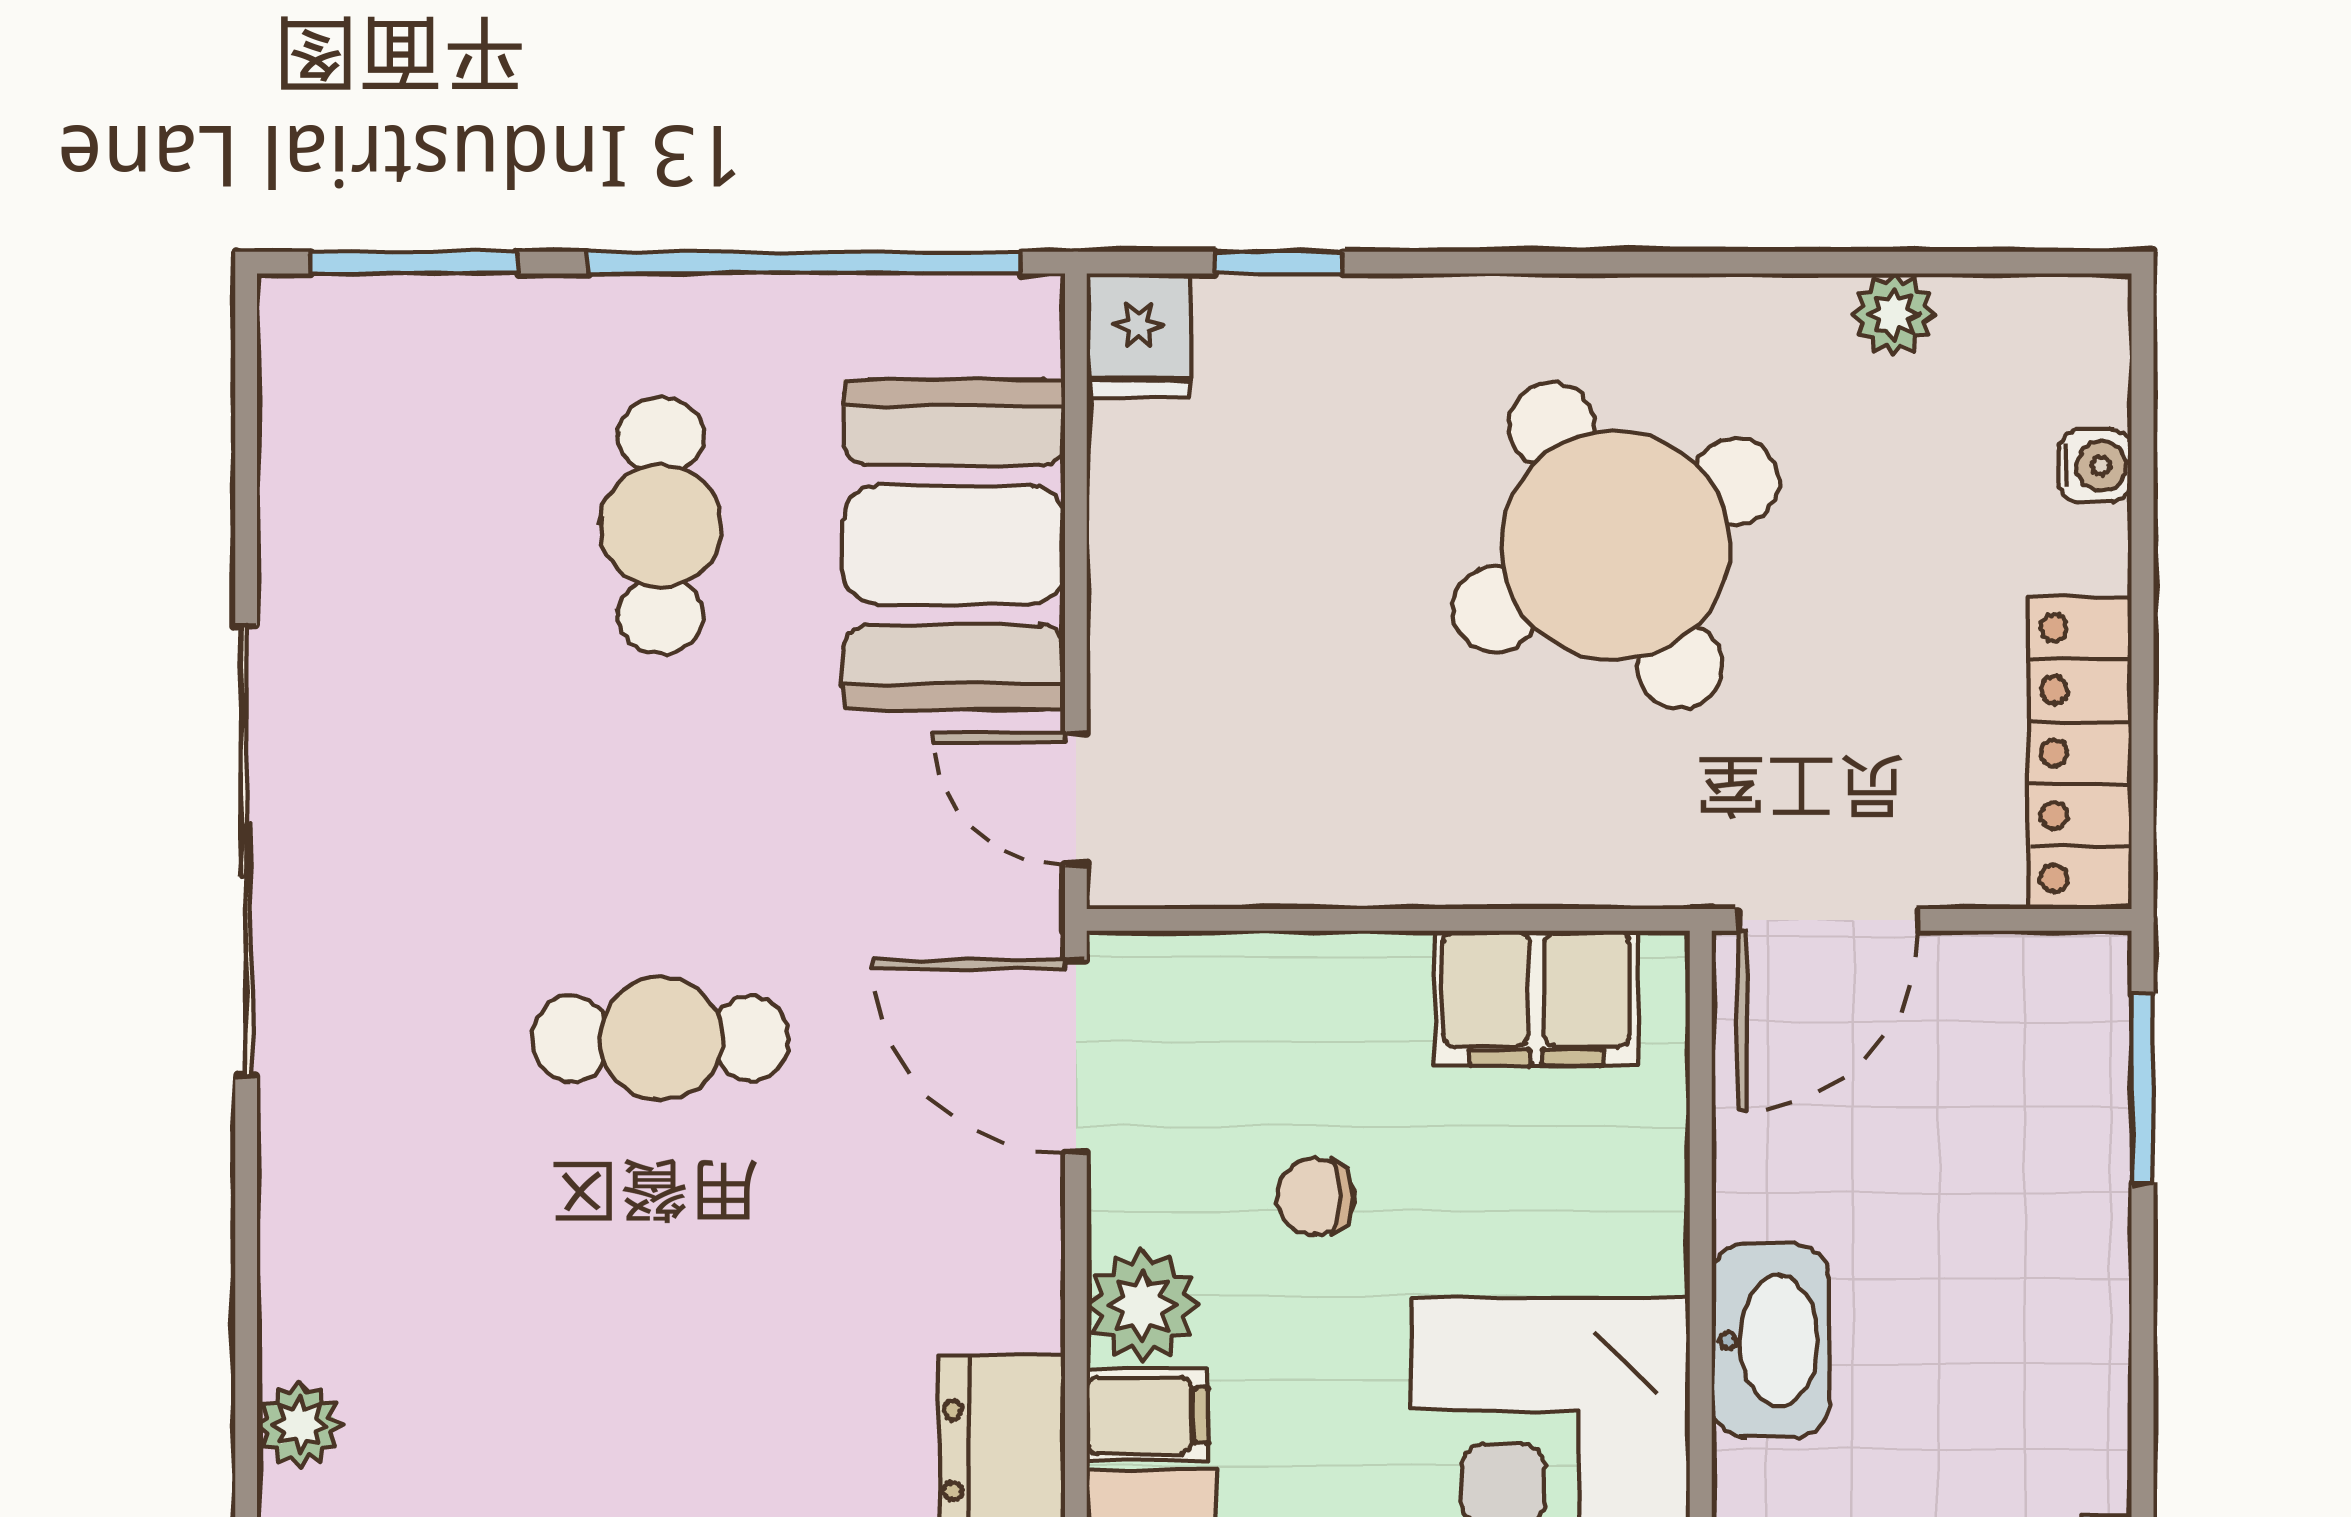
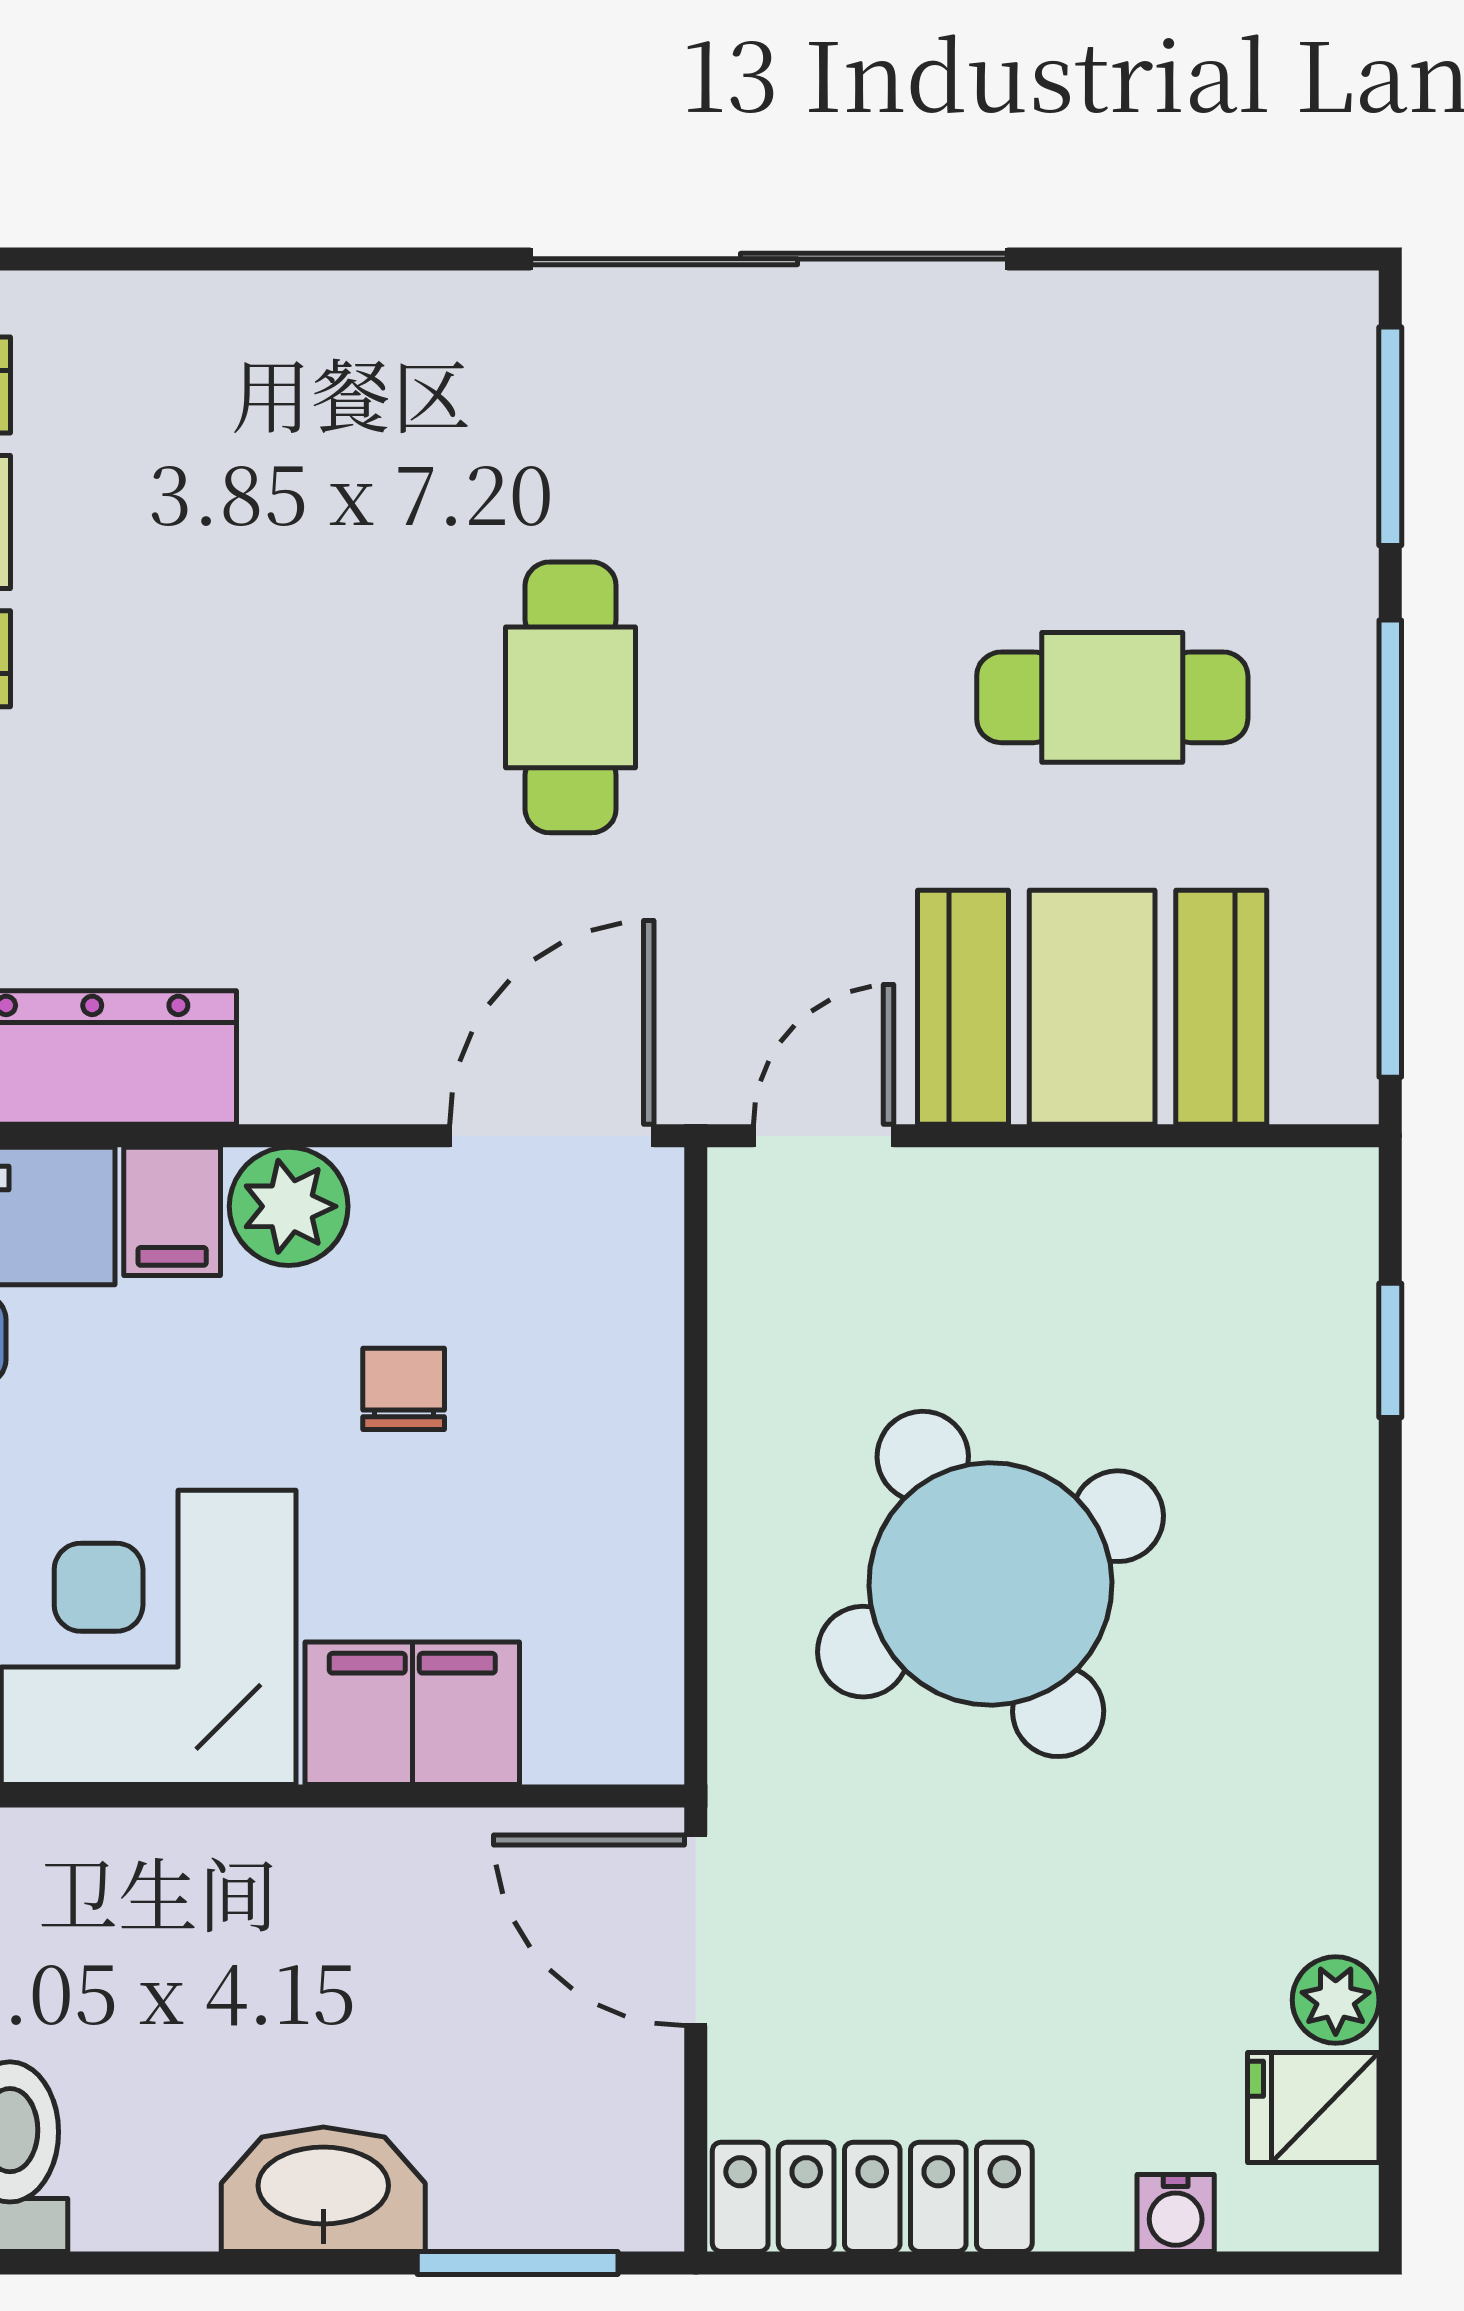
fridge: (1139, 336) -> (1313, 2107), moved
round table: (1616, 545) -> (990, 1584), moved
filing cabinet: (1536, 998) -> (412, 1713), moved, turned 90
washbasin: (1770, 1340) -> (323, 2189), moved, turned 180
plant: (300, 1424) -> (163, 316), removed

